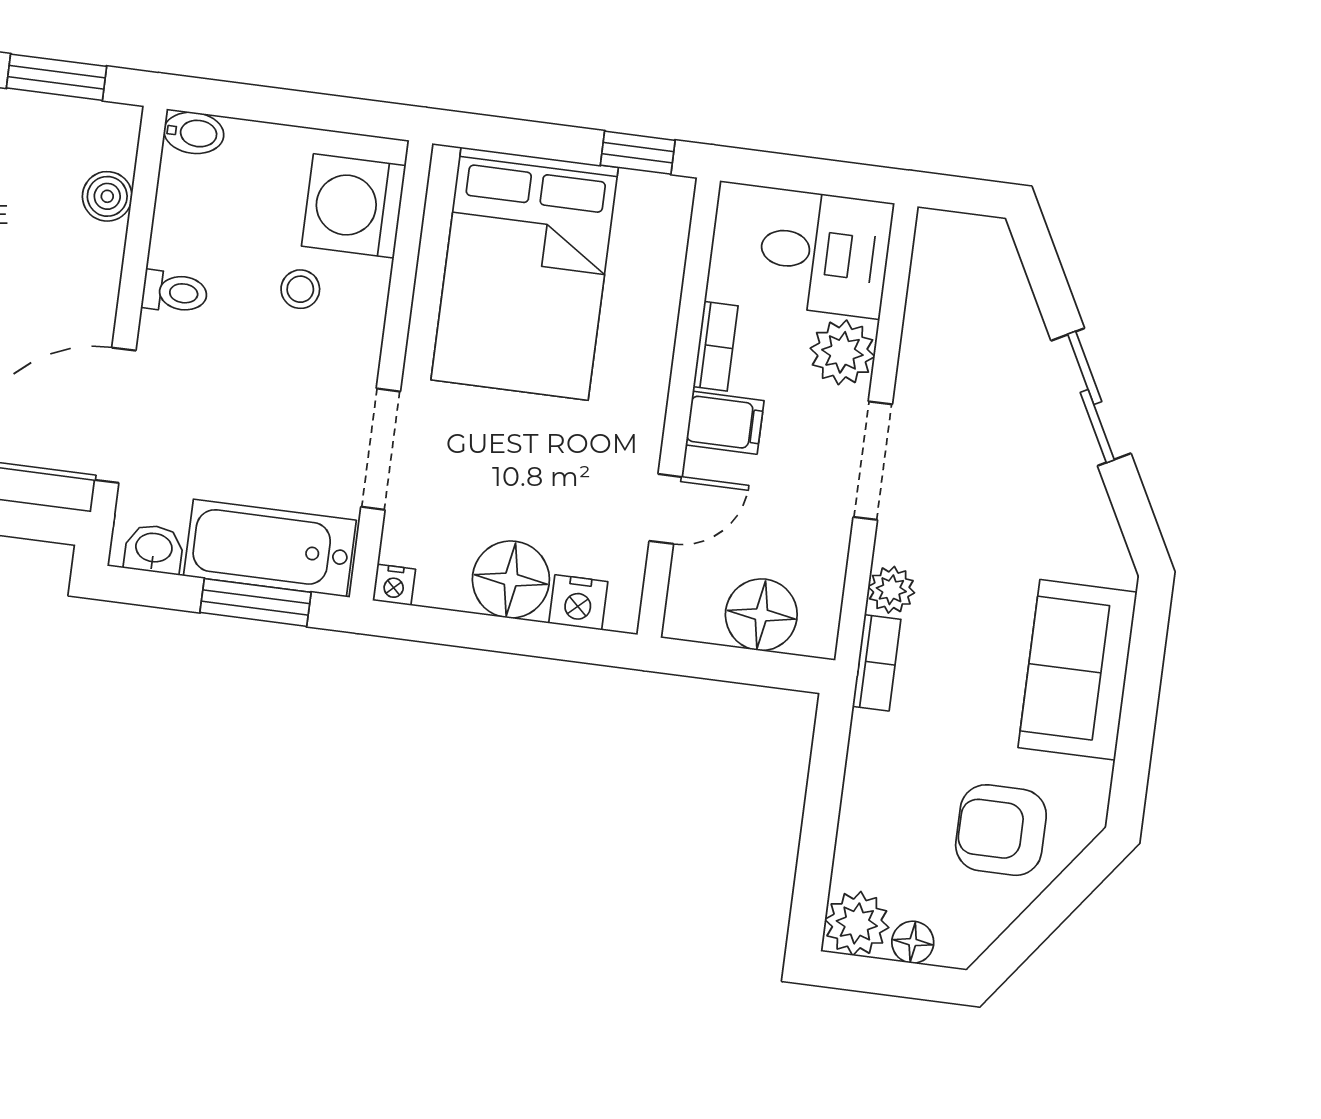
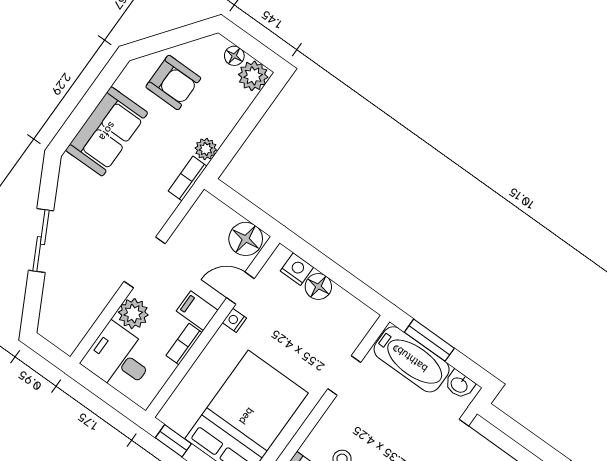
doorway: (381, 449) -> (344, 376), width x0.73
floor lamp: (511, 580) -> (318, 286), width x0.73, depth x0.73
nightstand: (394, 585) -> (234, 320), moved, turned -90
plant: (891, 590) -> (206, 149), moved
floor lamp: (761, 615) -> (246, 239), moved

